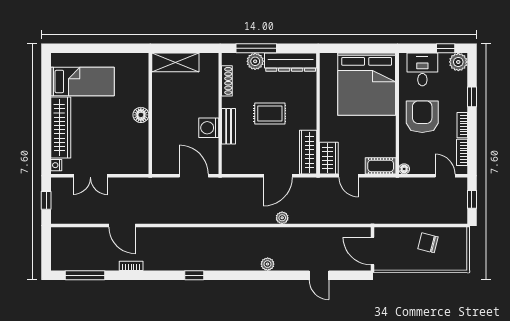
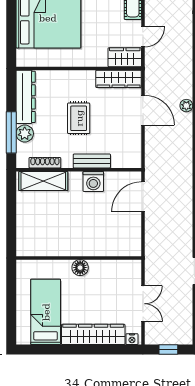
shelving: (175, 62) -> (43, 181), moved, turned 90
wall: (150, 114) -> (79, 258), moved
floor lamp: (141, 115) -> (80, 268), moved

